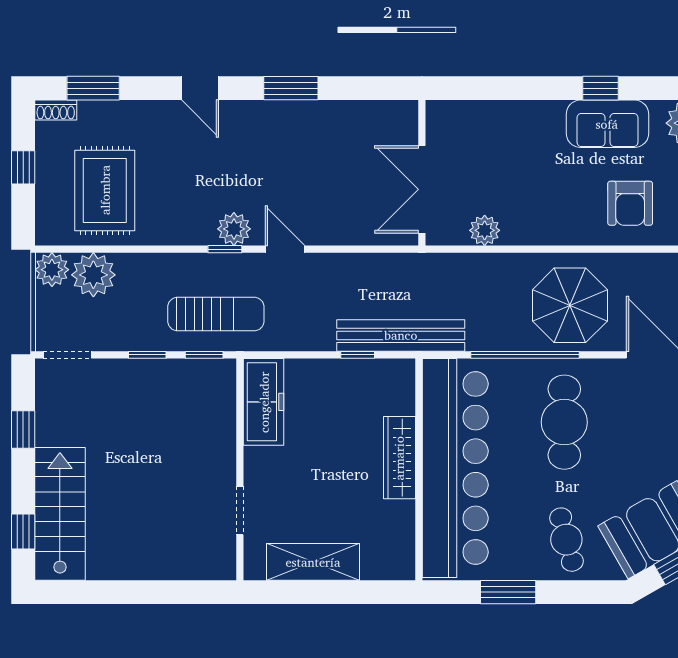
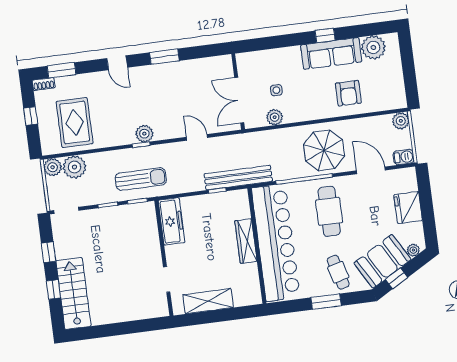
sofa: (607, 124) -> (331, 53), width x1.36
side table: (495, 180) -> (276, 90), added
door: (285, 249) -> (197, 137), moved
window: (23, 531) -> (53, 289), moved
window: (508, 592) -> (326, 302), moved

